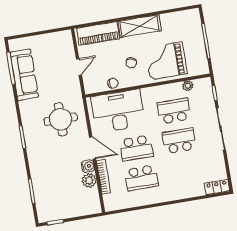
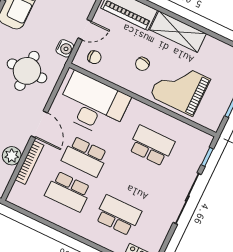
chair: (113, 83) -> (94, 57), moved
plant: (188, 86) -> (184, 130), removed
school desk: (179, 141) -> (118, 215), moved
water cooler: (88, 166) -> (65, 48), moved

